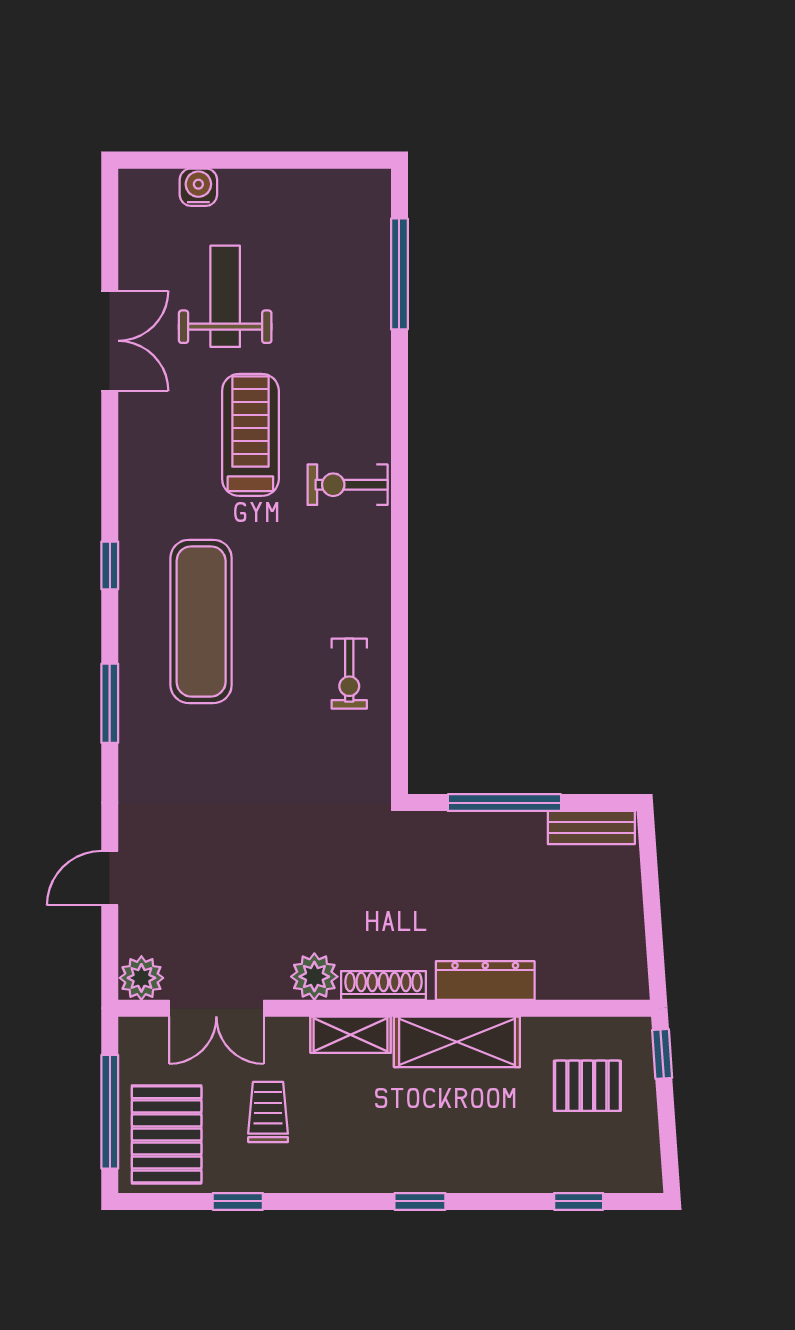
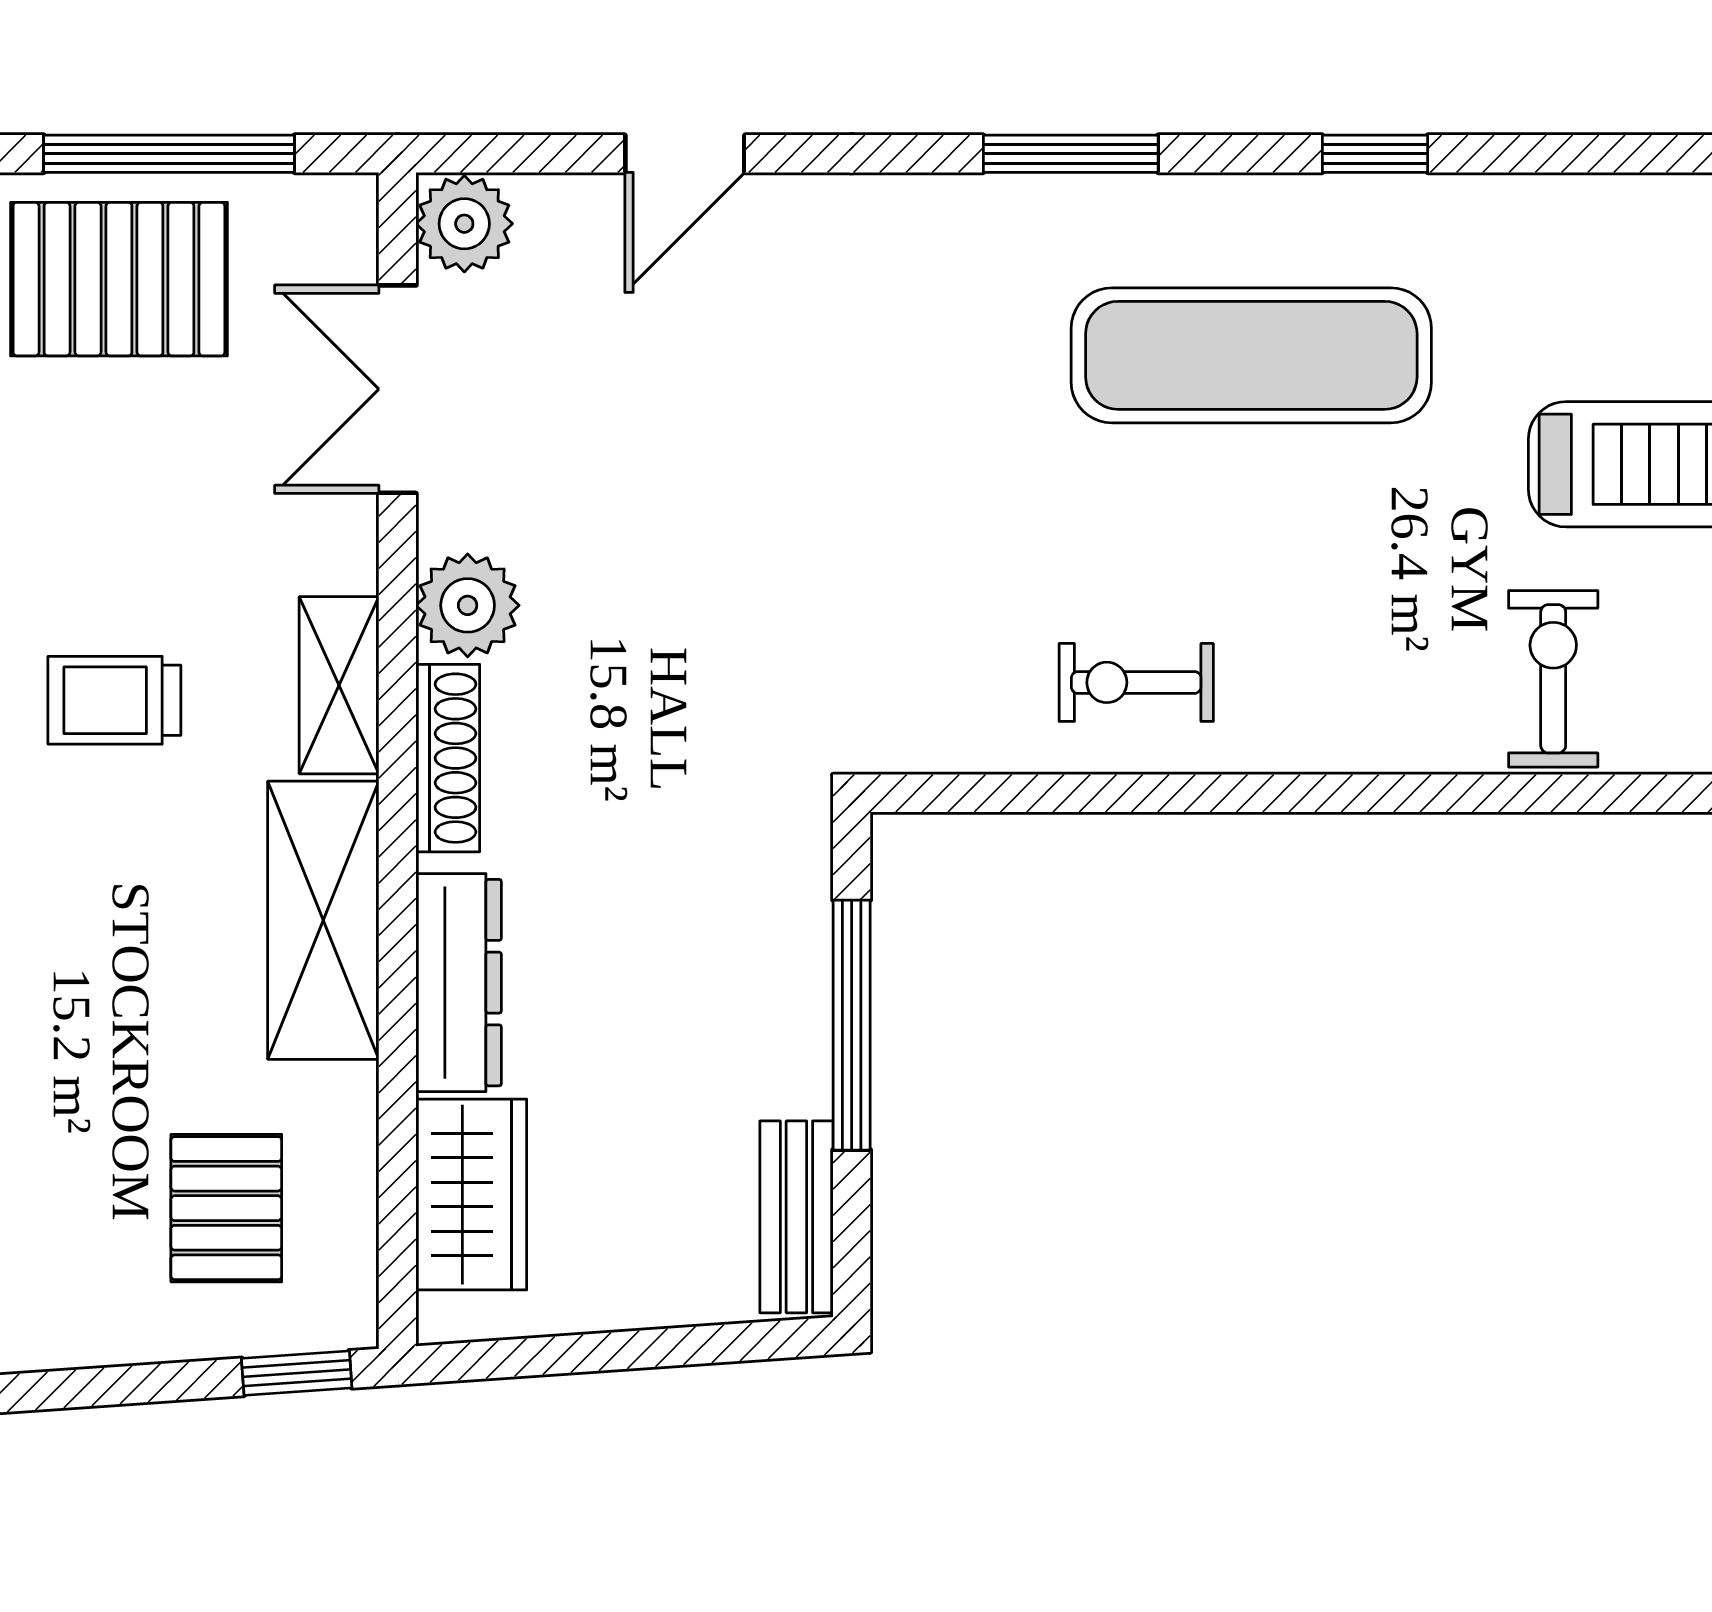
door: (110, 878) -> (685, 154), swing flipped
wardrobe: (581, 975) -> (471, 1195), added
trolley: (268, 1112) -> (114, 700), moved, turned 180

